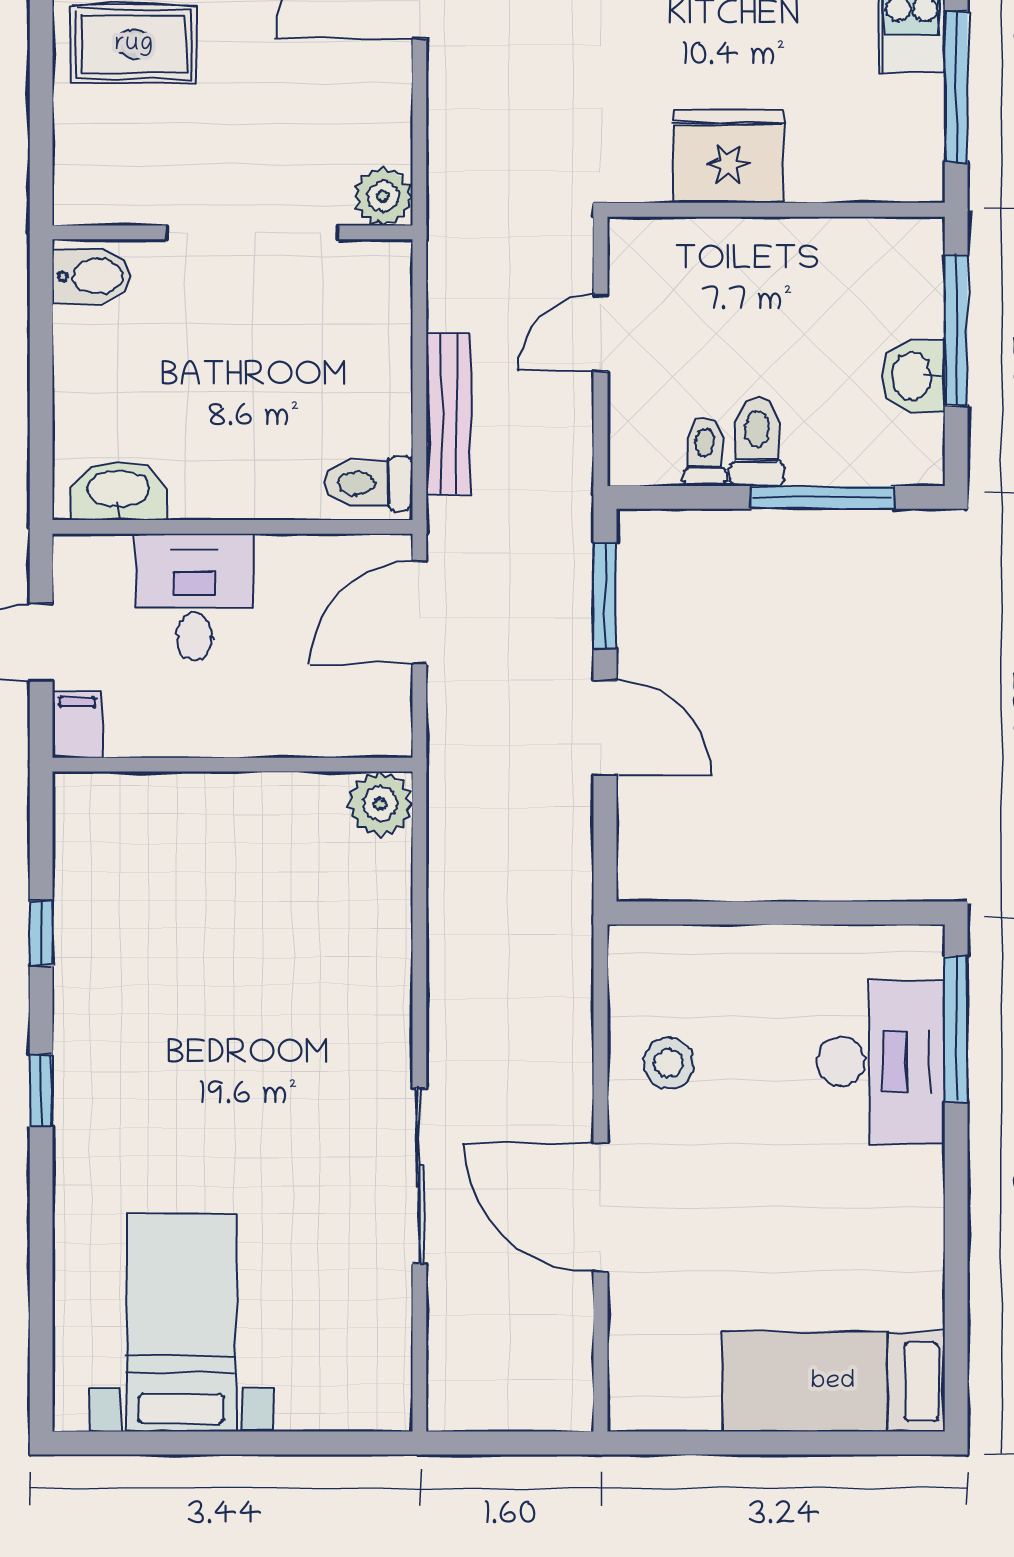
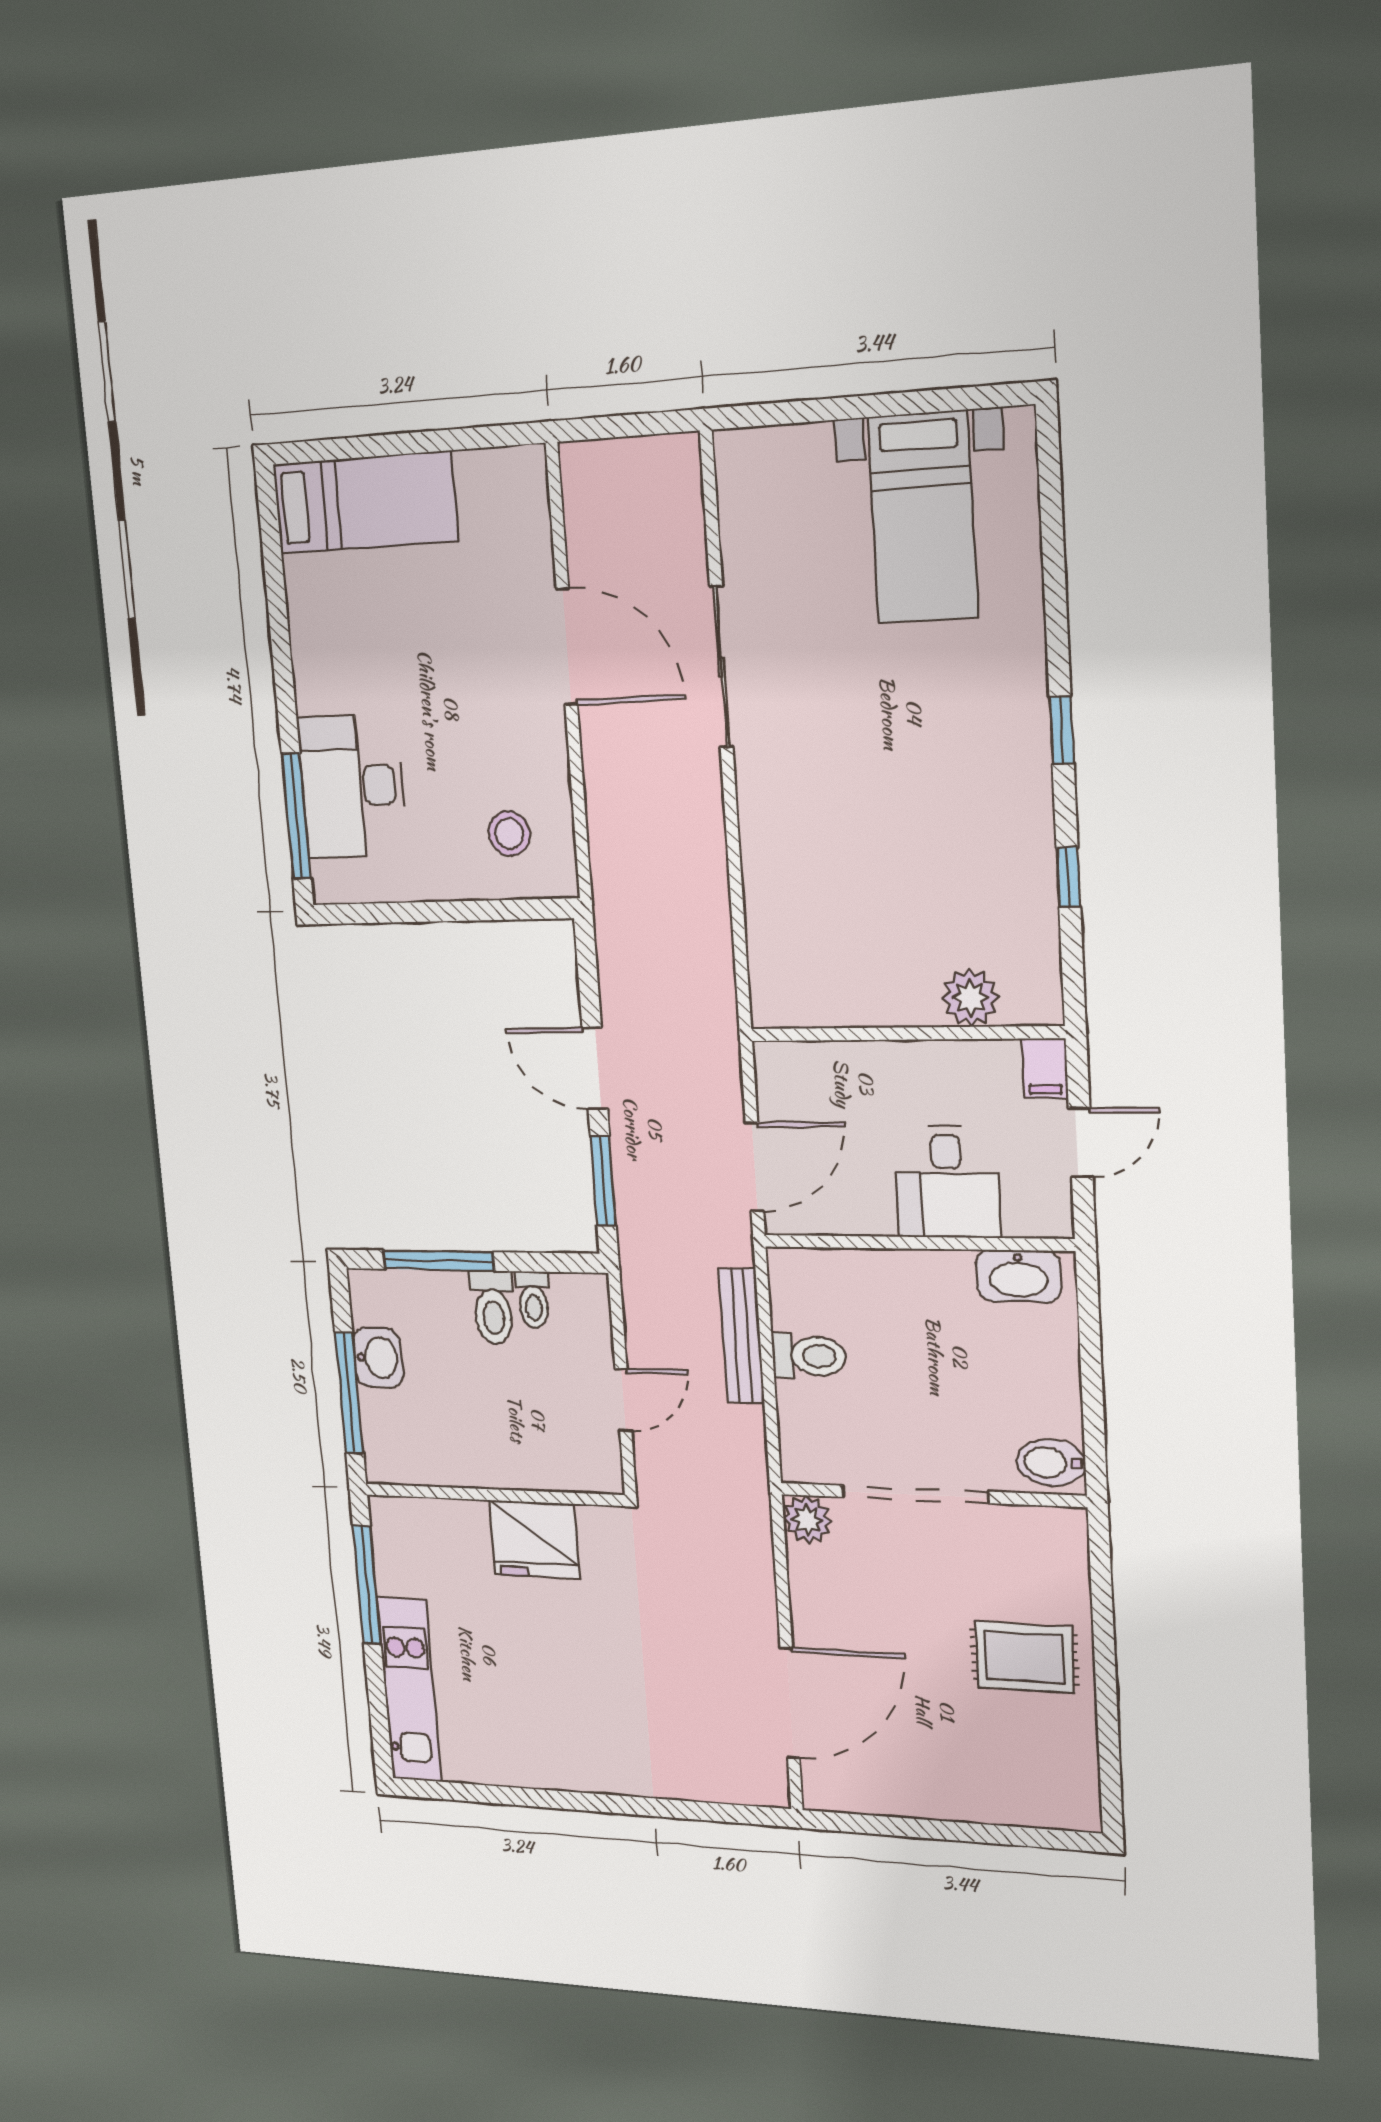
toilet: (368, 483) -> (809, 1356), moved
plant: (380, 804) -> (970, 998), moved
stool: (669, 1063) -> (509, 834), moved

